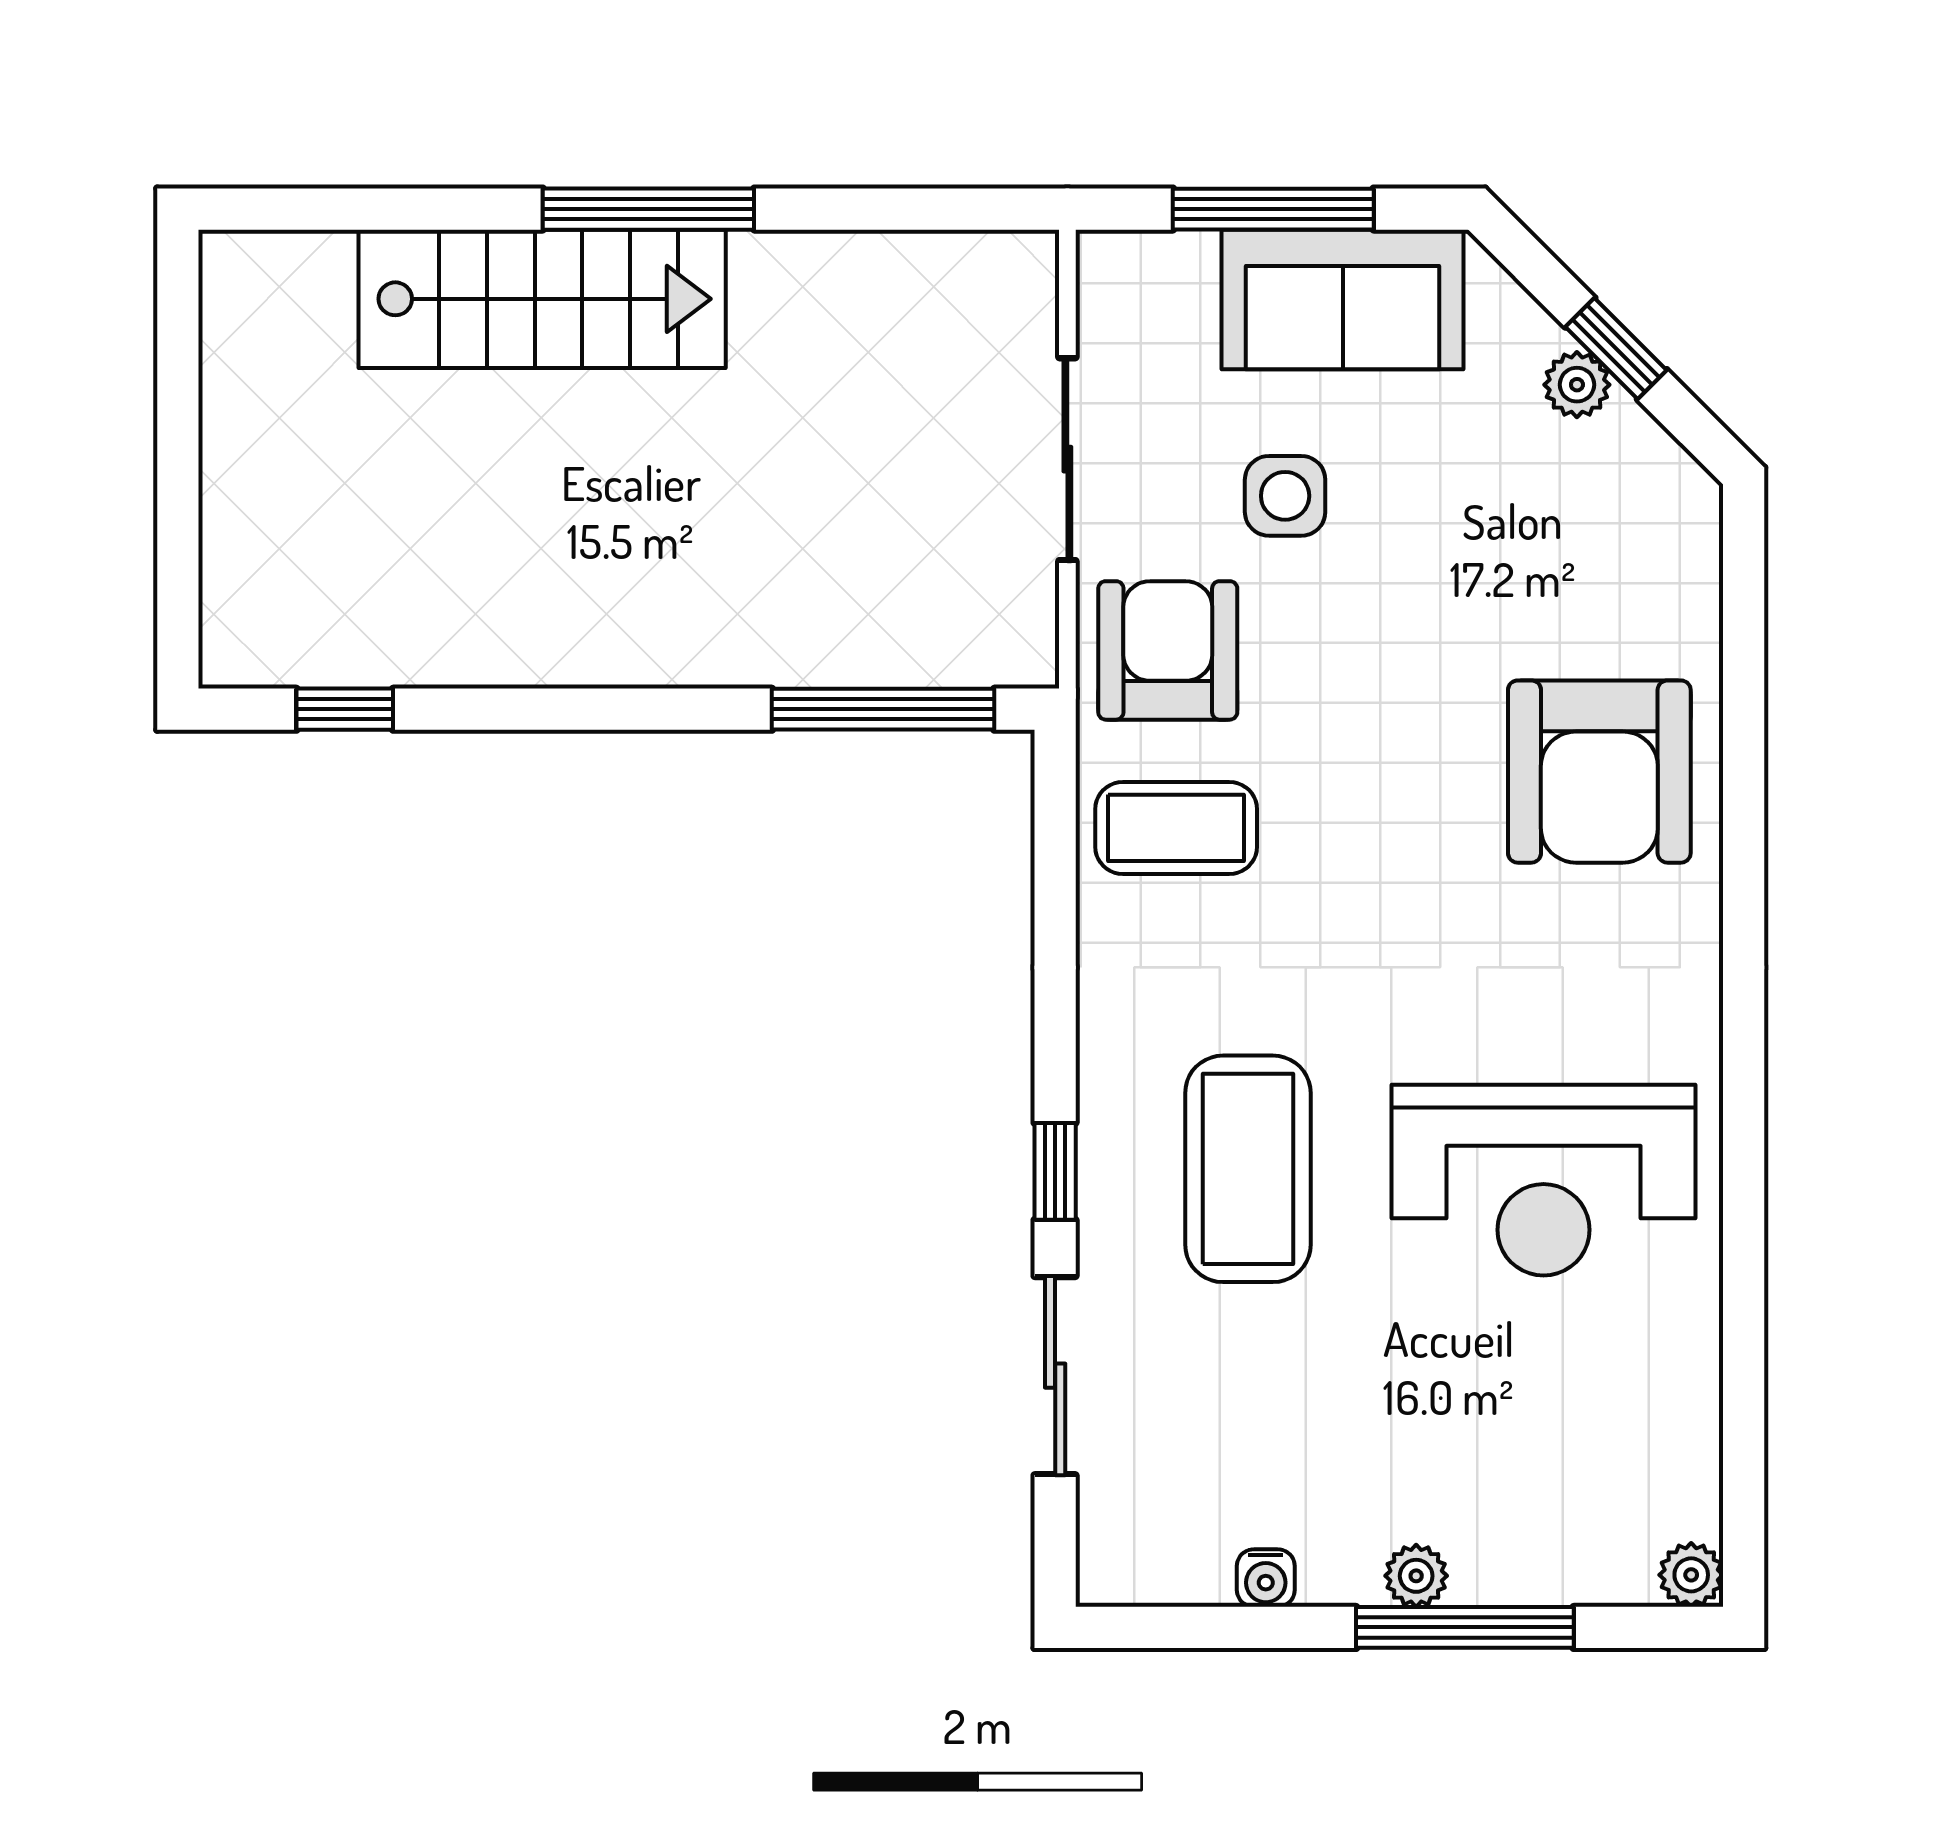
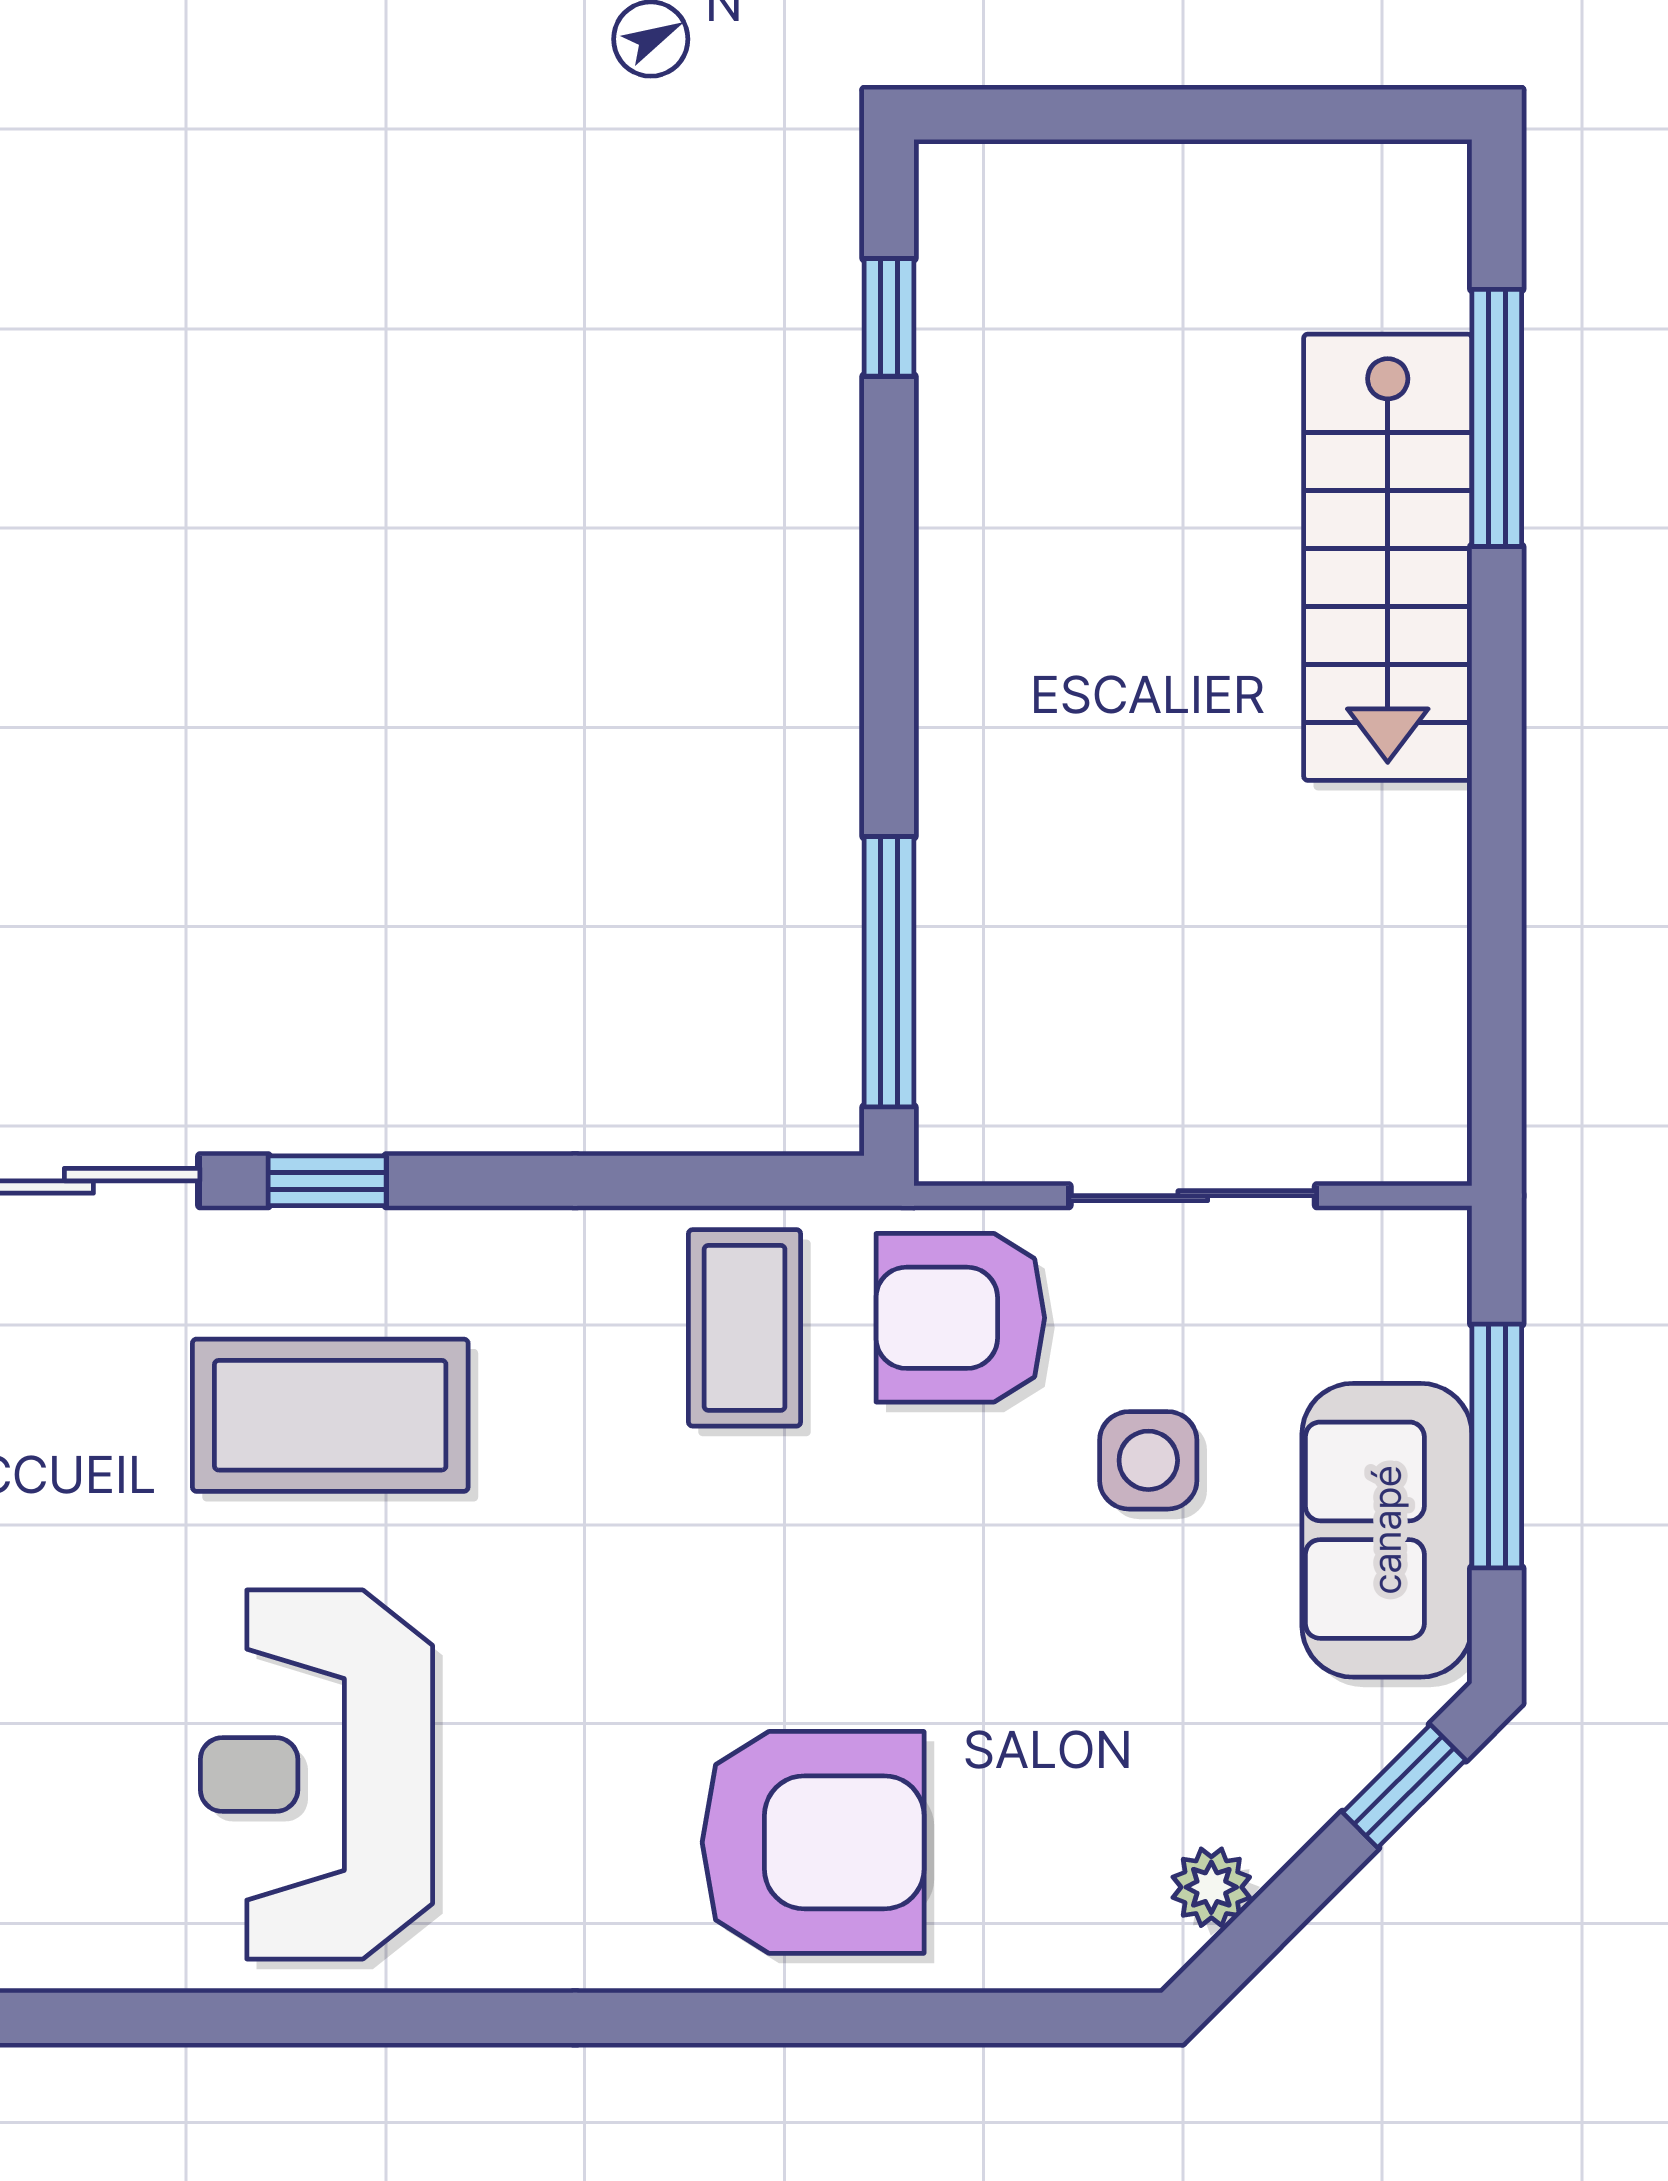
window: (648, 209) -> (1497, 418), moved
window: (1616, 348) -> (1404, 1786), moved
plant: (1577, 385) -> (1211, 1887), moved
armchair: (1168, 650) -> (960, 1318), turned 180
armchair: (1599, 772) -> (813, 1842), turned 180

